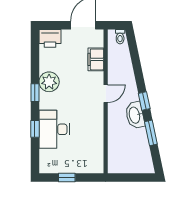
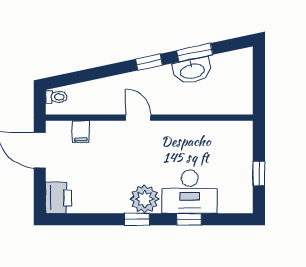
filing cabinet: (96, 59) -> (81, 132), width x0.50
plant: (49, 82) -> (145, 199), moved
washbasin: (135, 115) -> (192, 71), moved

